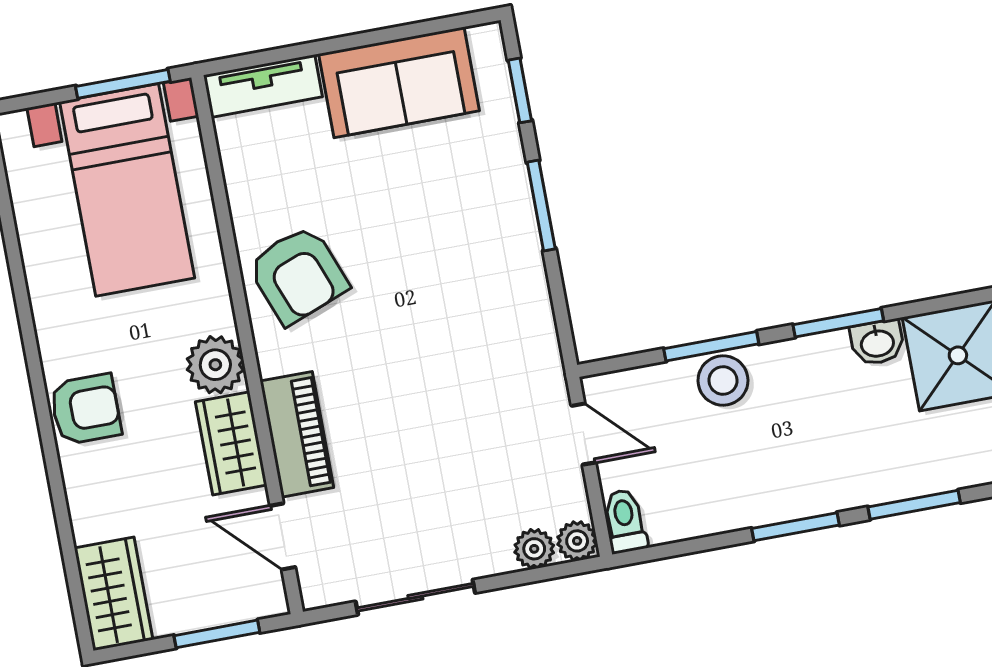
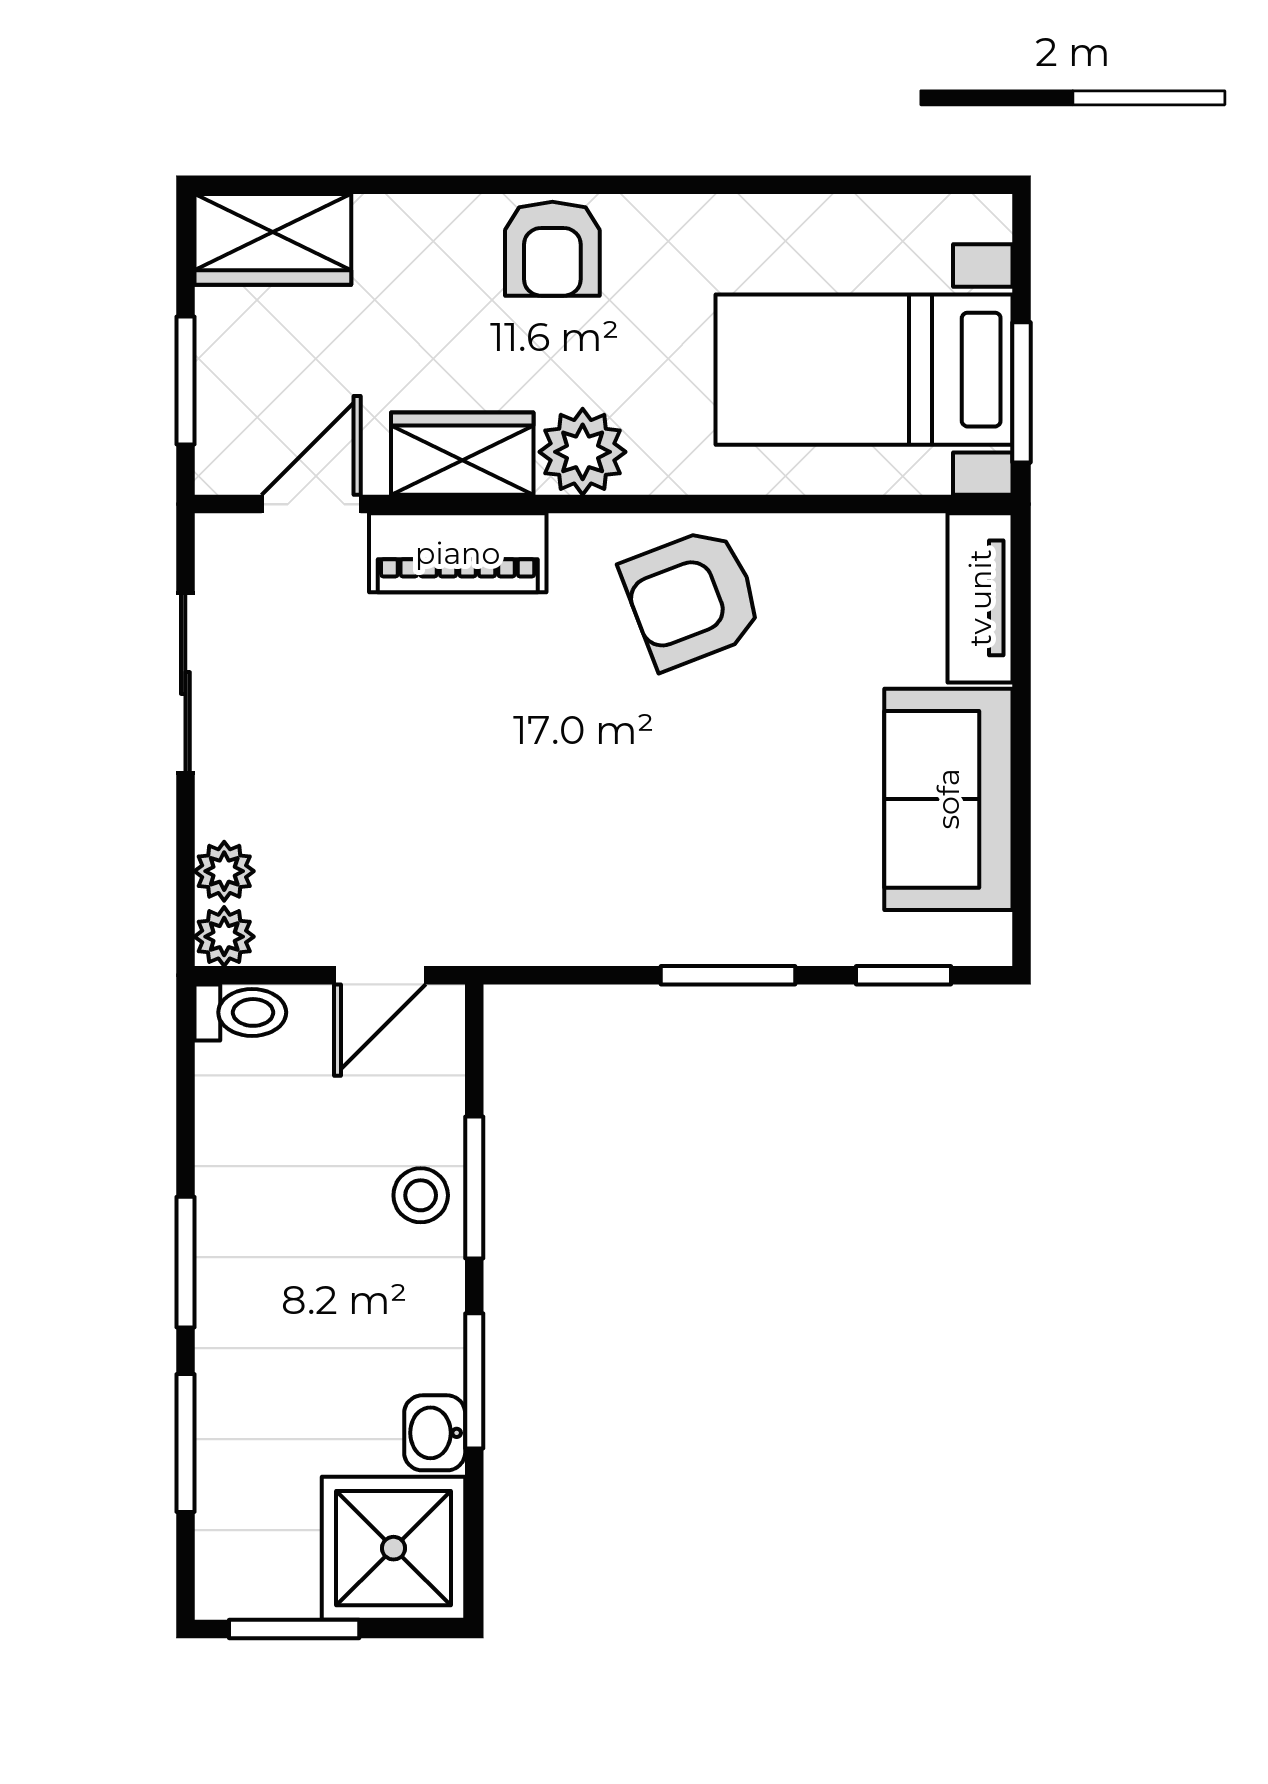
stool: (723, 380) -> (421, 1195), width x0.73, depth x0.73

